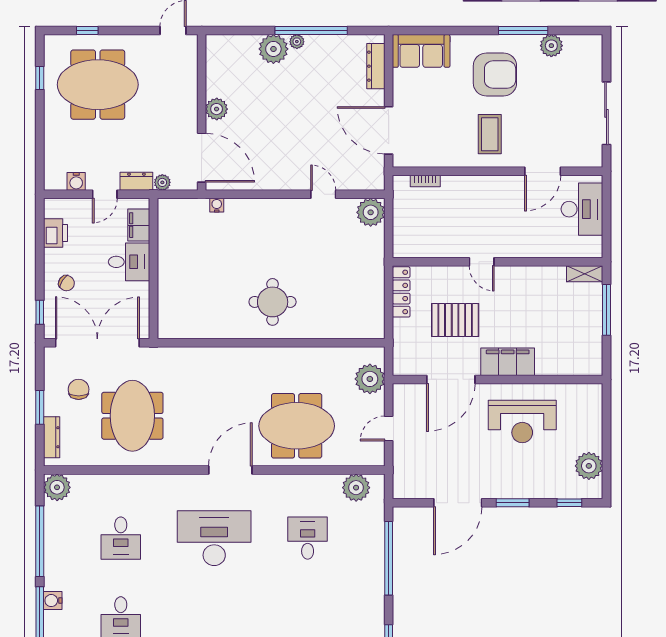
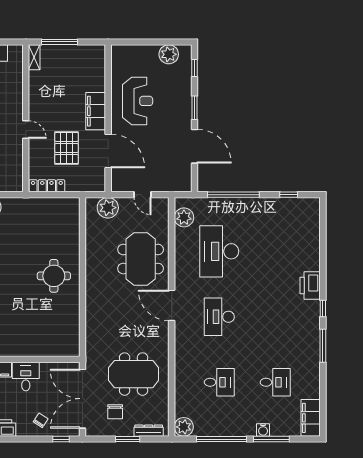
door: (482, 262) -> (26, 129), hinge flipped
chair: (79, 389) -> (115, 412), turned -90
desk: (214, 538) -> (219, 317), width x0.73, depth x0.77
desk: (308, 538) -> (219, 251), width x1.87, depth x1.30

